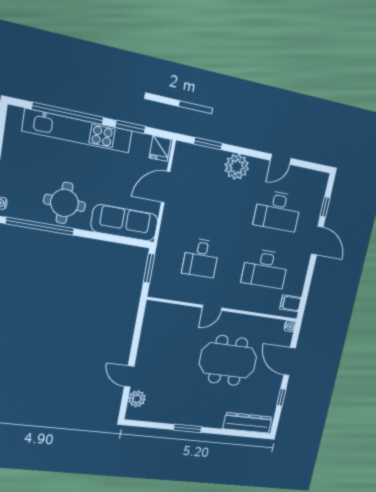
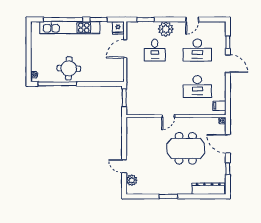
sofa: (125, 223) -> (105, 74), removed
desk: (201, 258) -> (155, 50), moved

